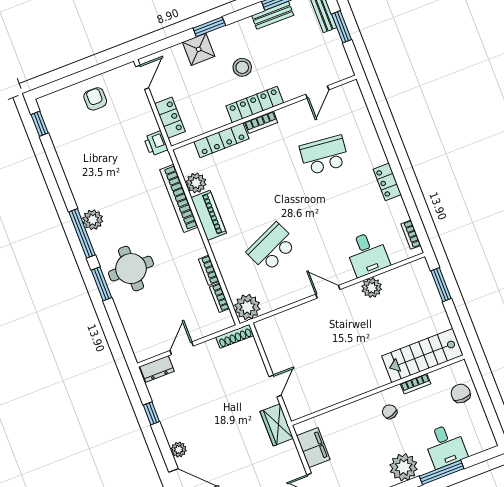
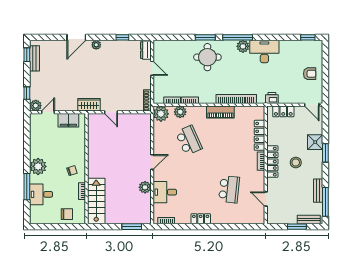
desk: (88, 183) -> (264, 51), added
plant: (196, 183) -> (180, 112), moved

